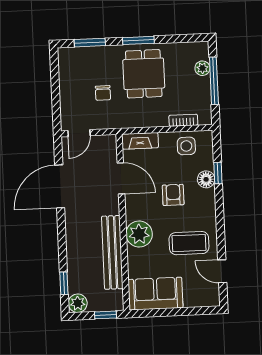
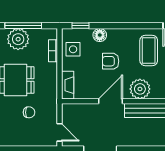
plant: (202, 68) -> (18, 39), width x1.88, depth x1.88
window: (218, 173) -> (80, 26), moved
door: (121, 178) -> (110, 101), moved

